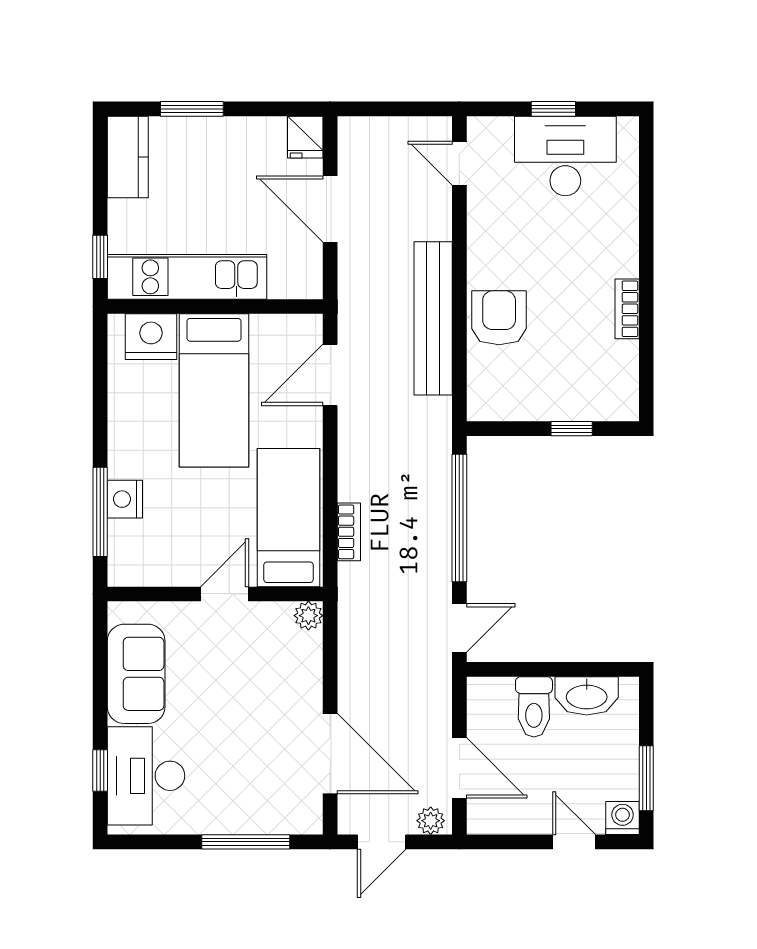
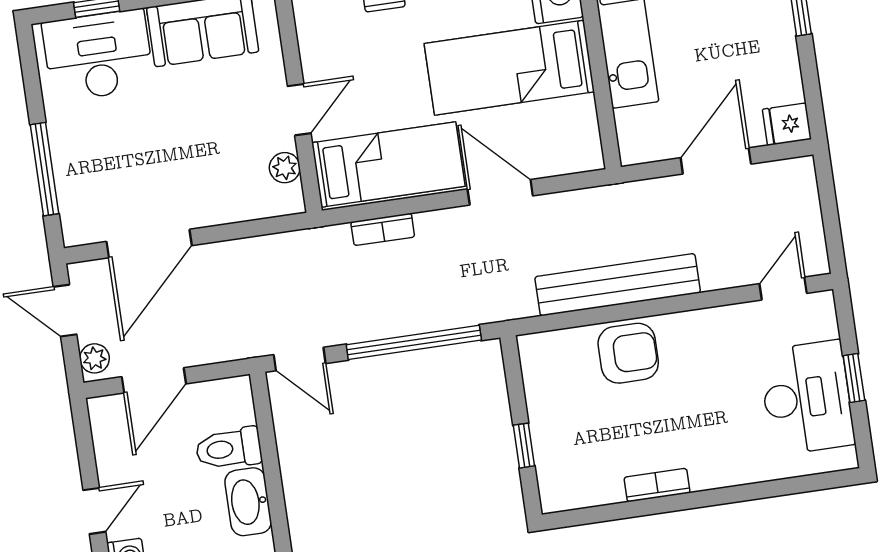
door: (330, 375) -> (500, 192), moved
door: (225, 594) -> (299, 110), hinge flipped
plant: (308, 616) -> (285, 168), moved

